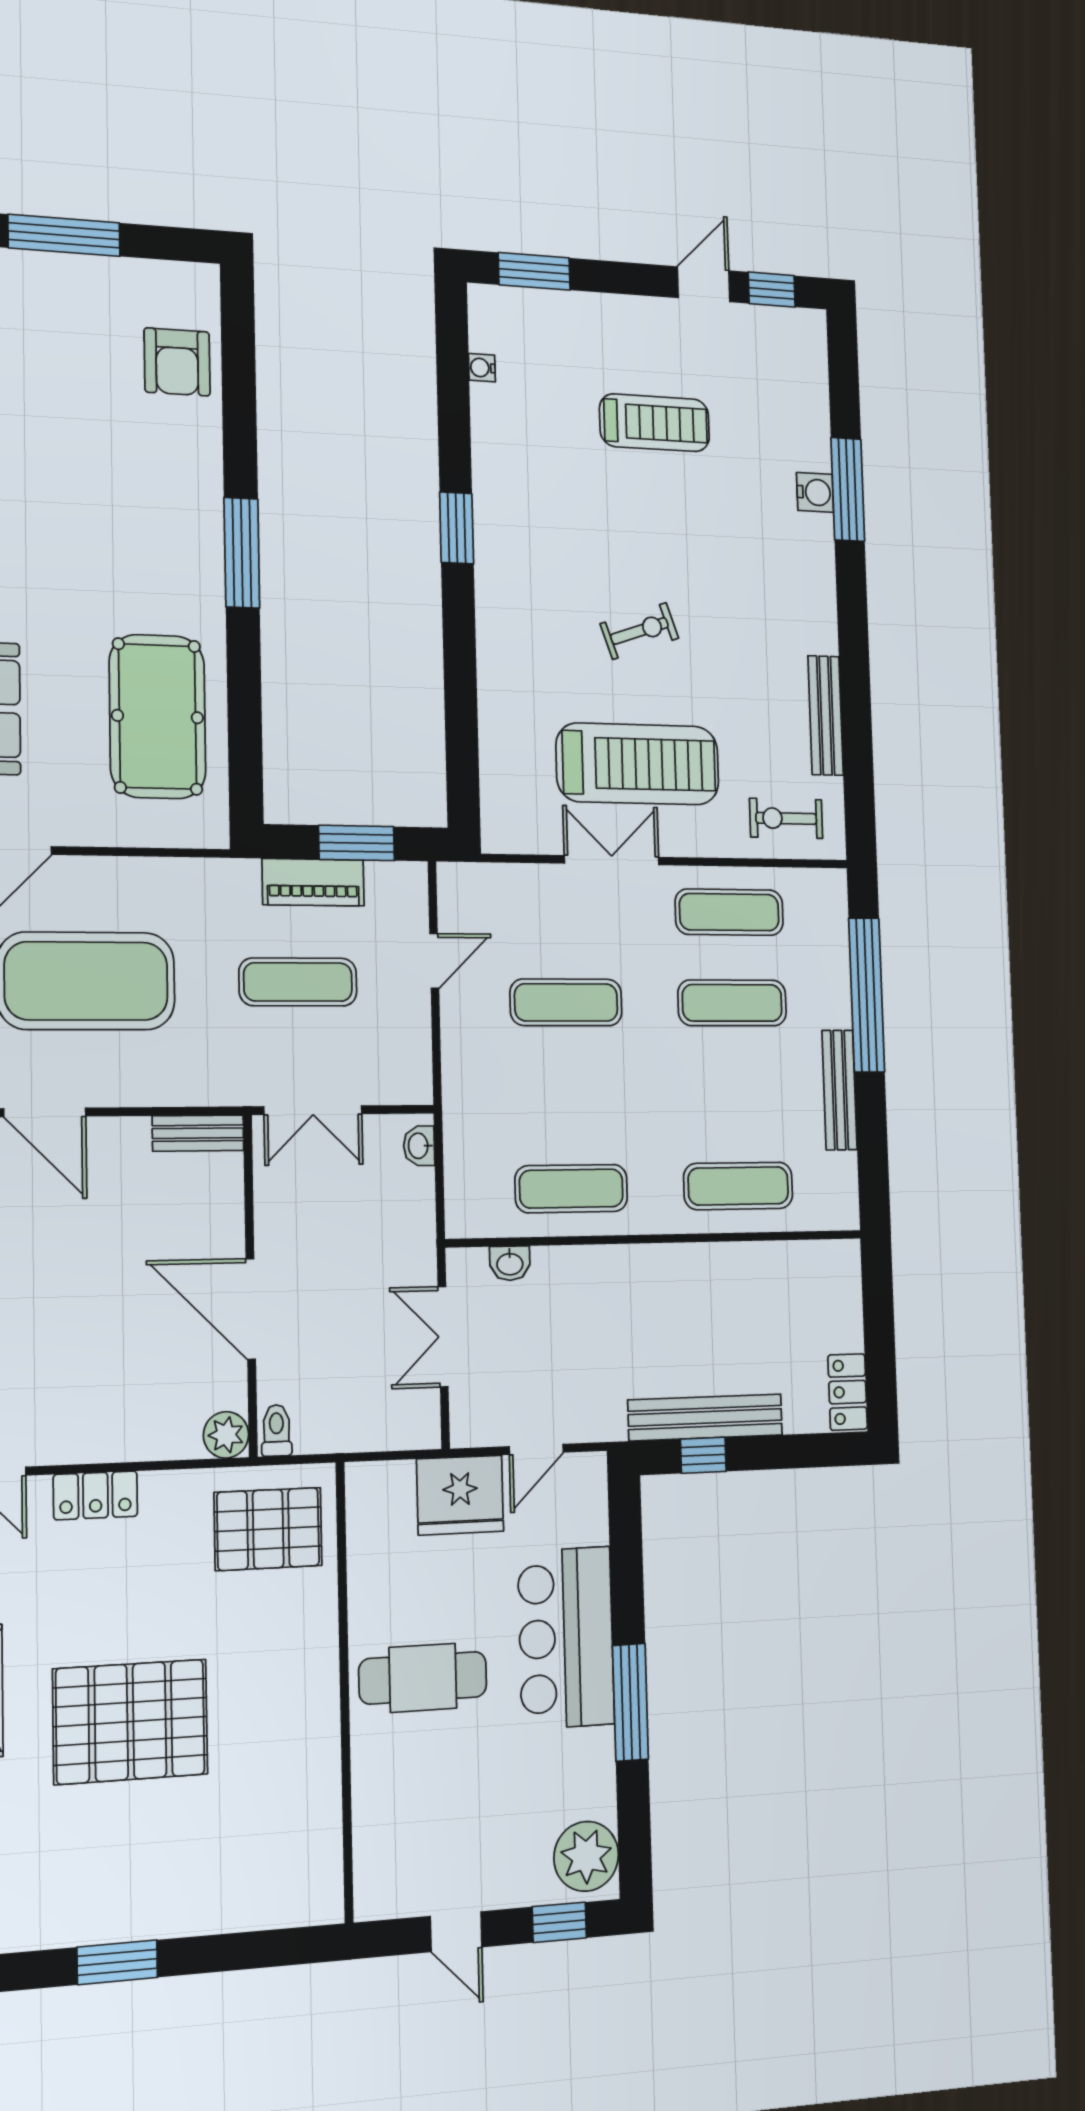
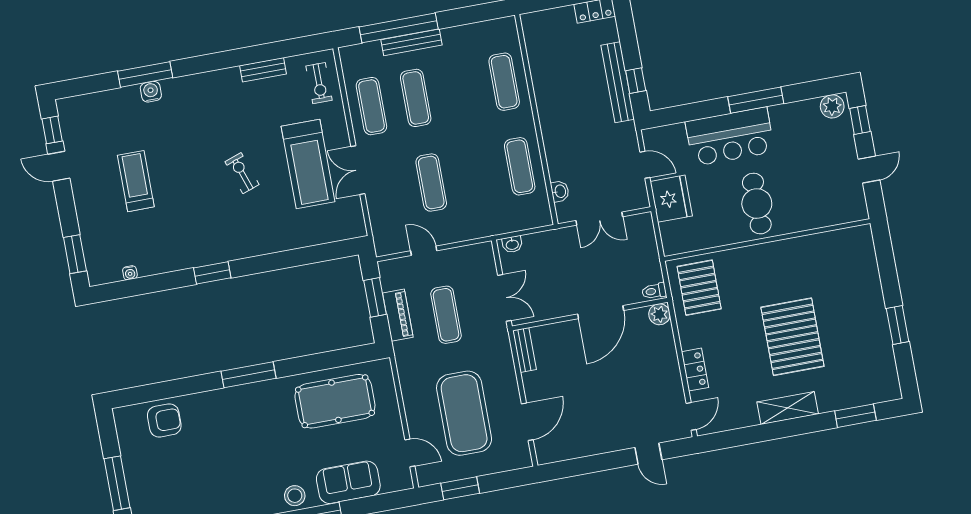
bench: (826, 715) -> (263, 70), width x0.73
treadmill: (638, 764) -> (308, 164), turned 180
bench: (839, 1090) -> (411, 42), moved
plant: (586, 1856) -> (832, 106), width x0.73, depth x0.73

